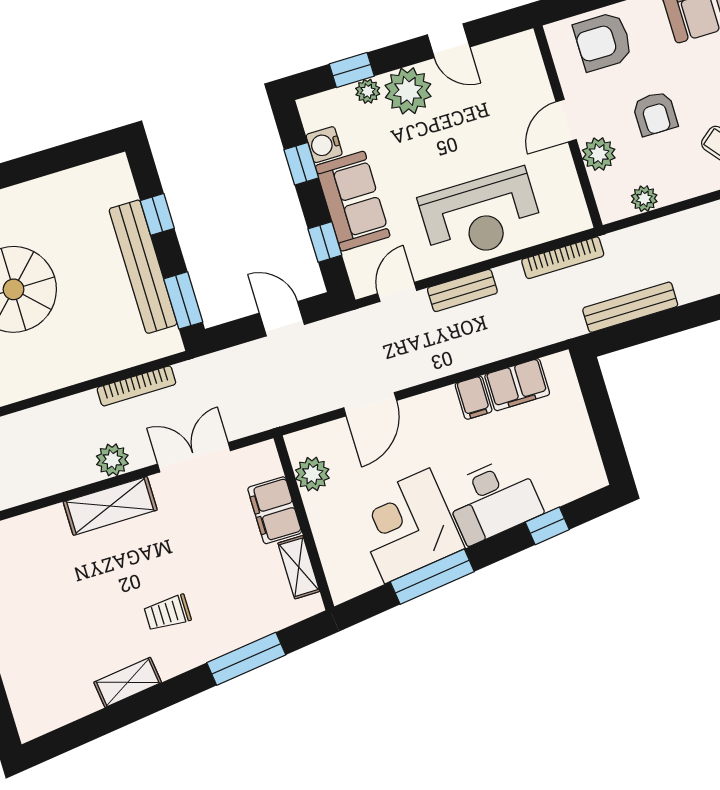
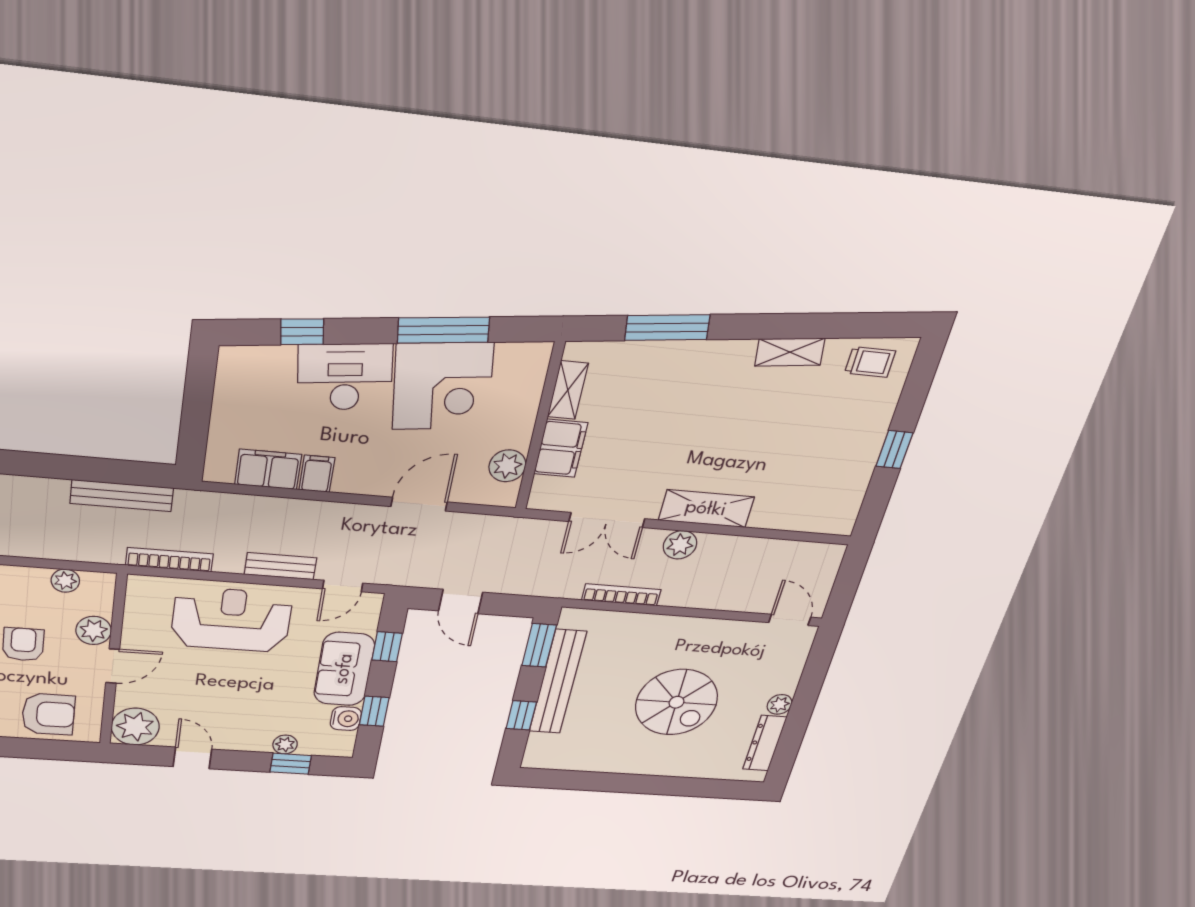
plant: (408, 91) -> (135, 727), moved
trolley: (167, 613) -> (870, 362), moved

